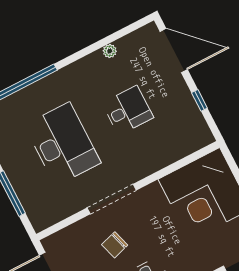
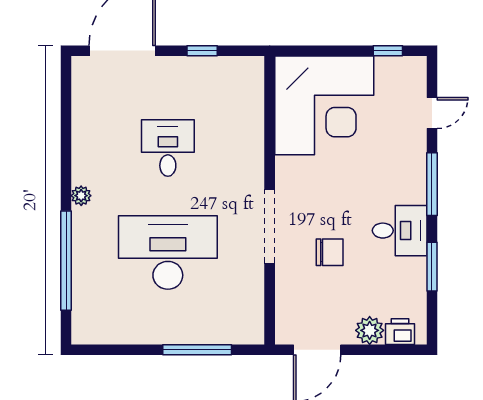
plant: (110, 51) -> (81, 196), moved
chair: (115, 245) -> (330, 252), turned -73

